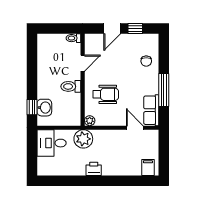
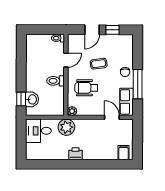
chair: (146, 61) -> (125, 72), moved
coffee table: (120, 67) -> (99, 64), added
wheelchair: (106, 94) -> (86, 88), turned 180

